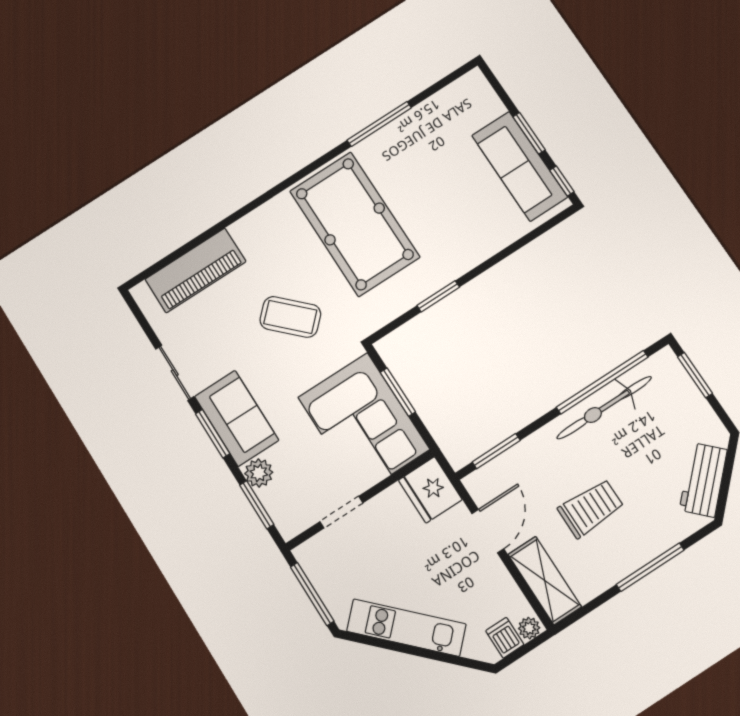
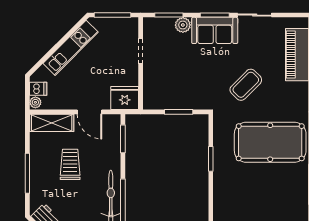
corner sofa: (364, 423) -> (174, 87), removed
trolley: (591, 508) -> (70, 164), turned 180

